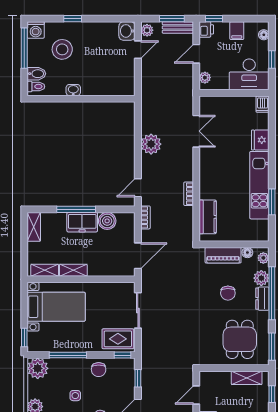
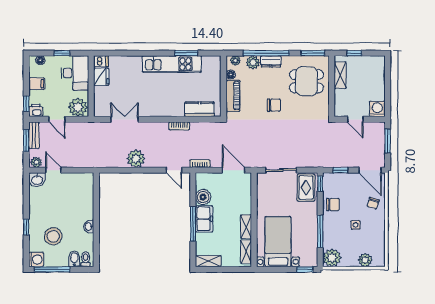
plant: (205, 78) -> (78, 107), width x1.88, depth x1.88
fridge: (260, 140) -> (101, 77), moved, turned -90
chair: (228, 293) -> (274, 105), moved

